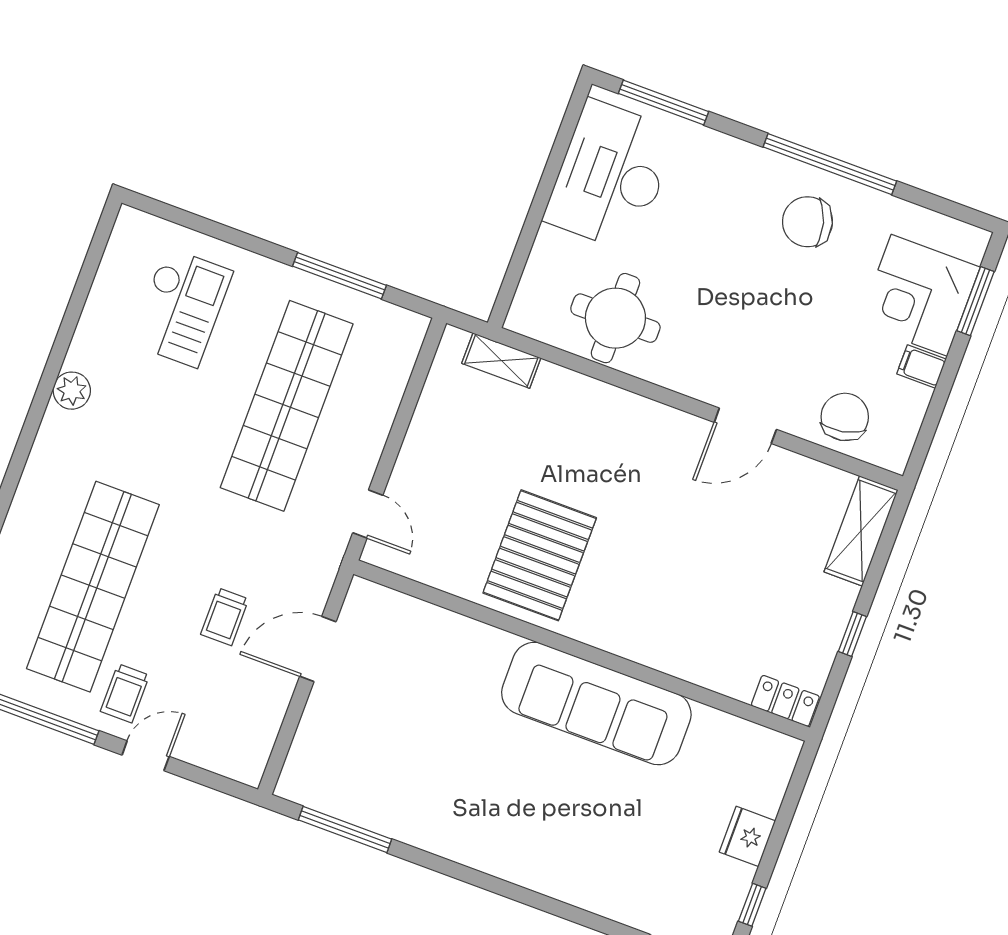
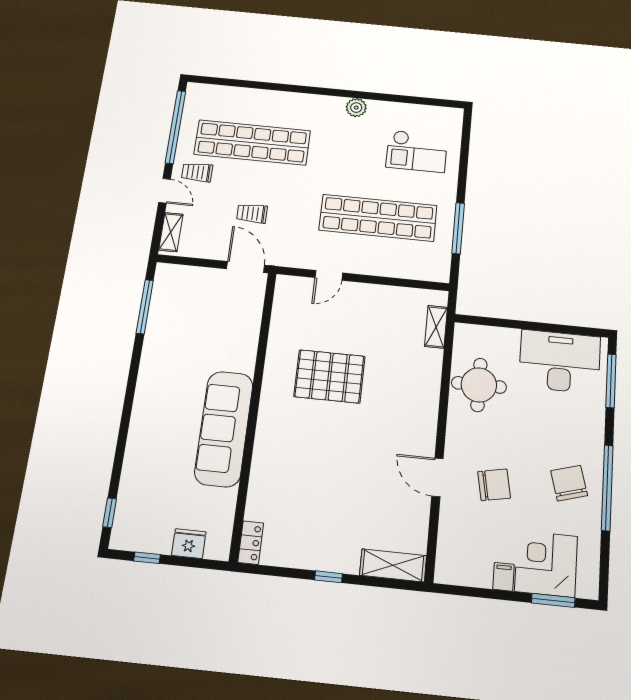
chair: (845, 417) -> (494, 485), moved
wall: (582, 651) -> (253, 412), moved
locker: (785, 701) -> (251, 543), moved
sofa: (596, 703) -> (224, 429), moved
shelving: (224, 760) -> (171, 232), added

